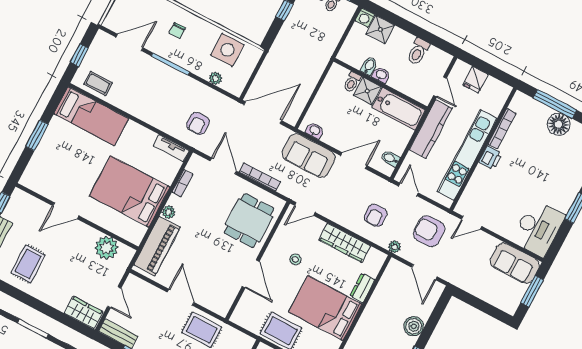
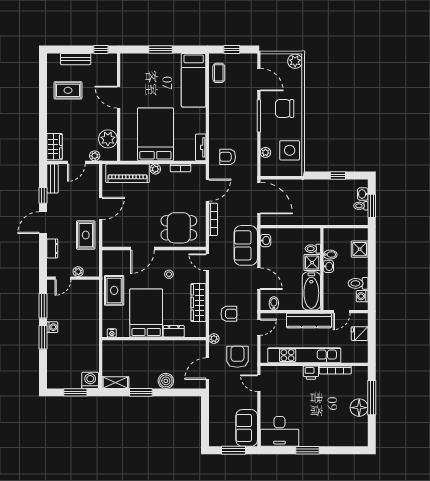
washing machine: (365, 18) -> (362, 296), moved
chair: (177, 31) -> (285, 108), width x1.87, depth x1.87
armchair: (376, 215) -> (229, 314), turned 180
plant: (118, 273) -> (95, 156), added

